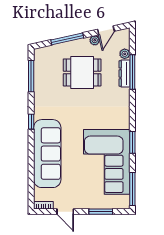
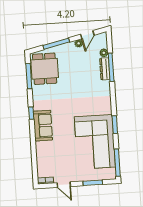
dining table: (82, 72) -> (45, 69), moved, turned 90
sofa: (47, 154) -> (43, 126), width x0.54, depth x0.79

